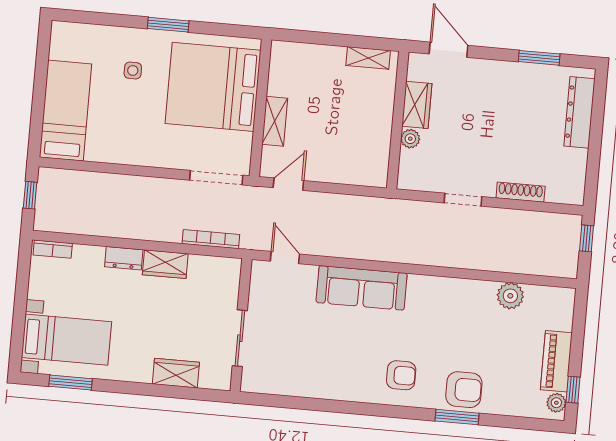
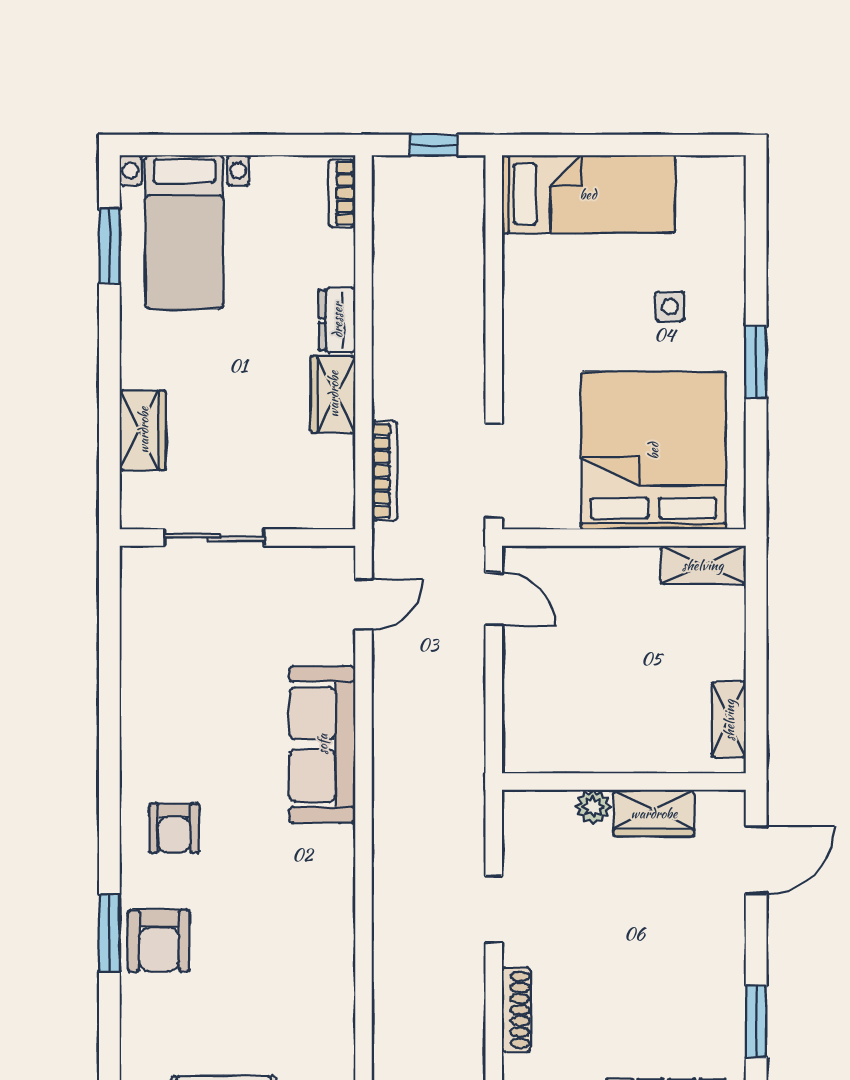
shelving: (275, 121) -> (703, 565), moved
plant: (510, 296) -> (332, 1008), removed

